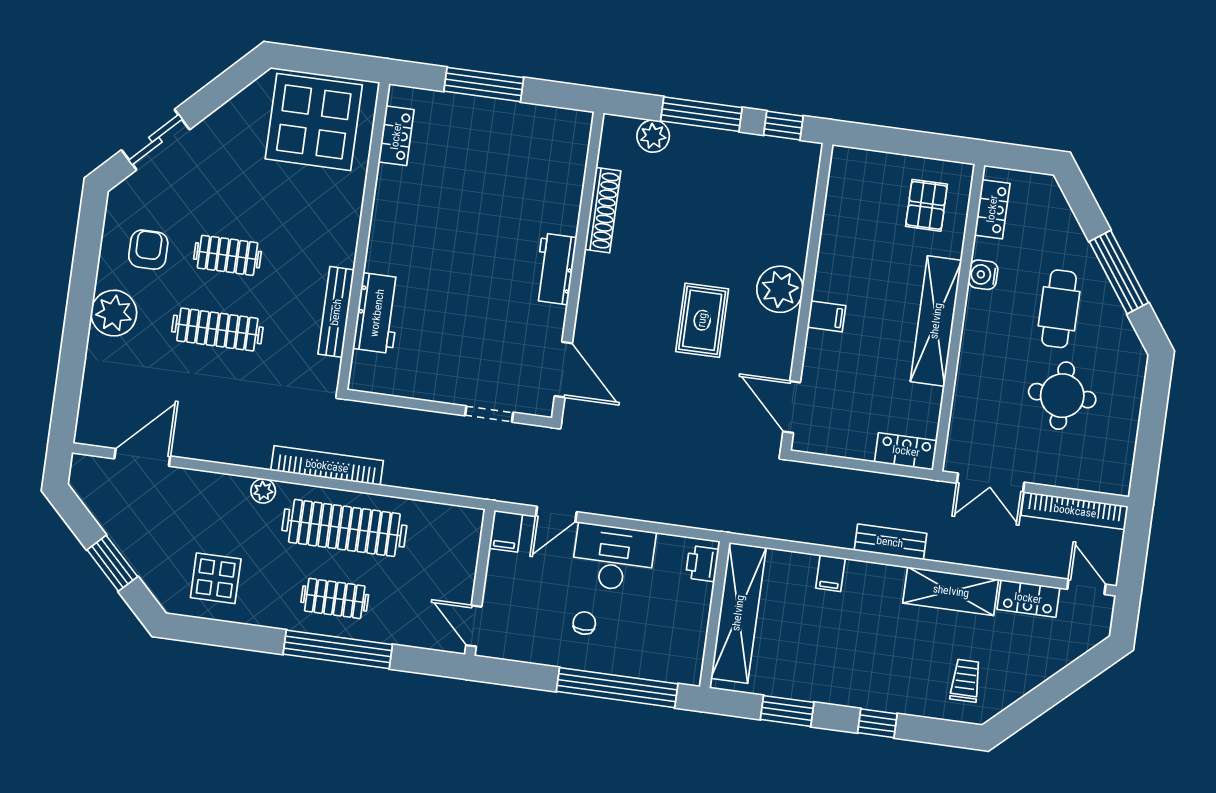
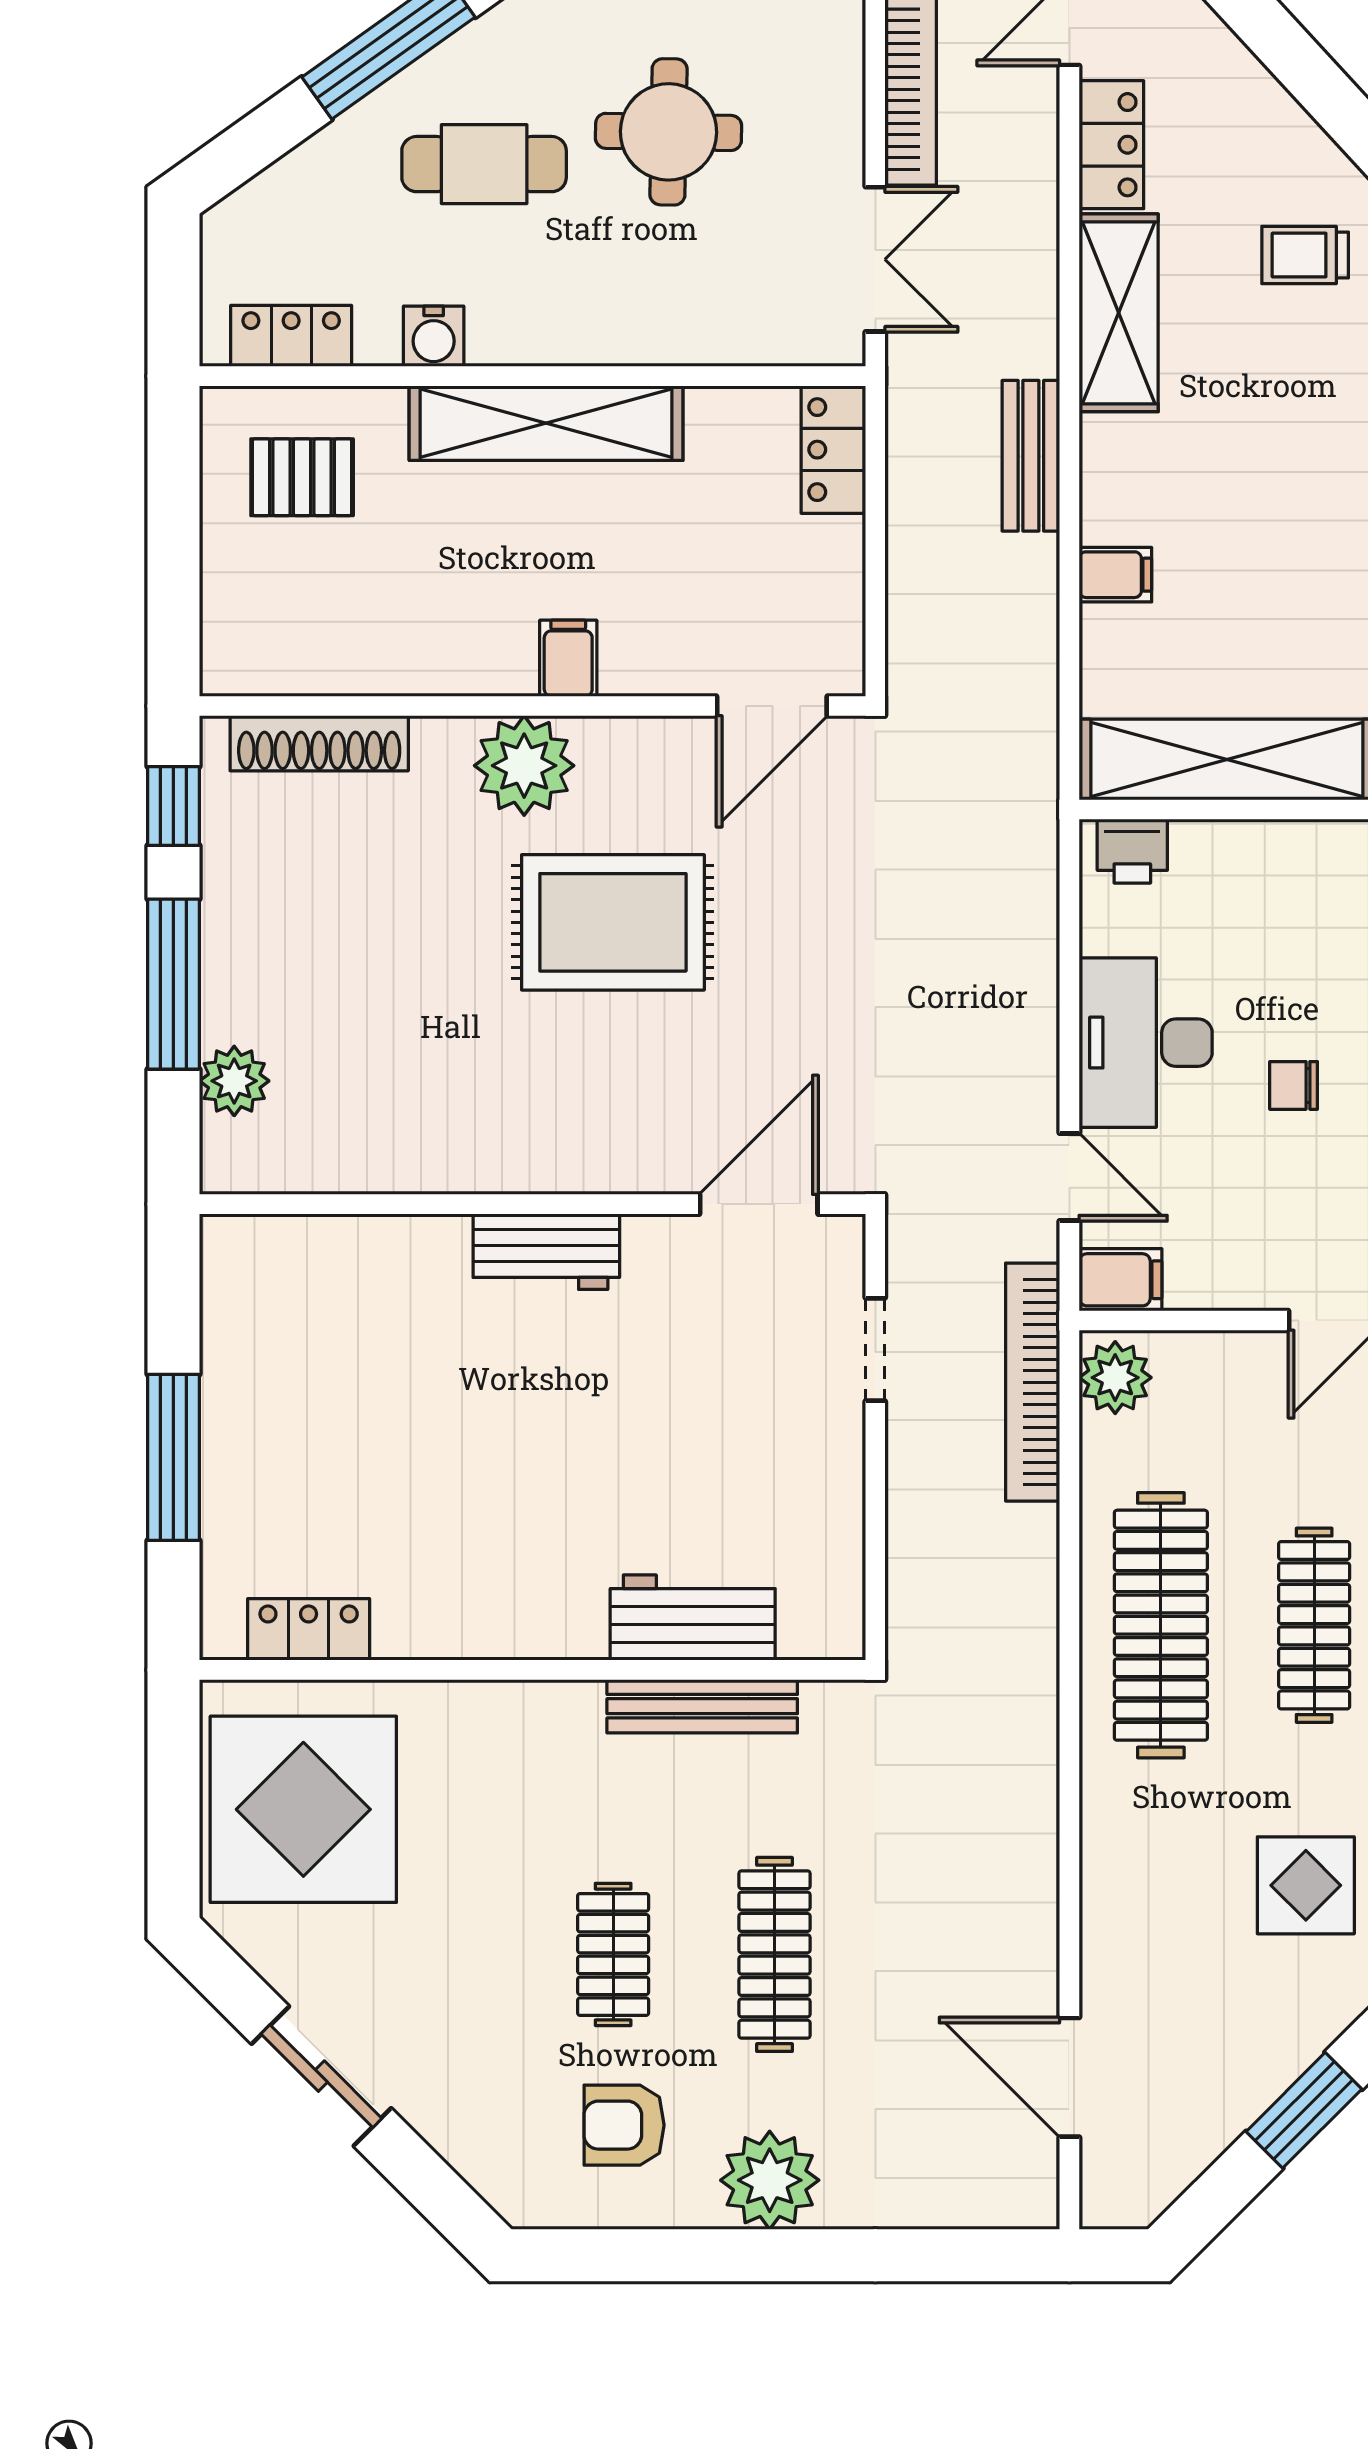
sliding door: (155, 140) -> (321, 2076), moved
shoe rack: (603, 210) -> (319, 743), moved, turned 180
rug: (702, 320) -> (613, 922), width x1.36, depth x1.43
bookcase: (327, 466) -> (1033, 1382), moved
plant: (263, 491) -> (1115, 1378), moved, width x1.38, depth x1.38
clothes rail: (335, 598) -> (1314, 1625), width x1.36

